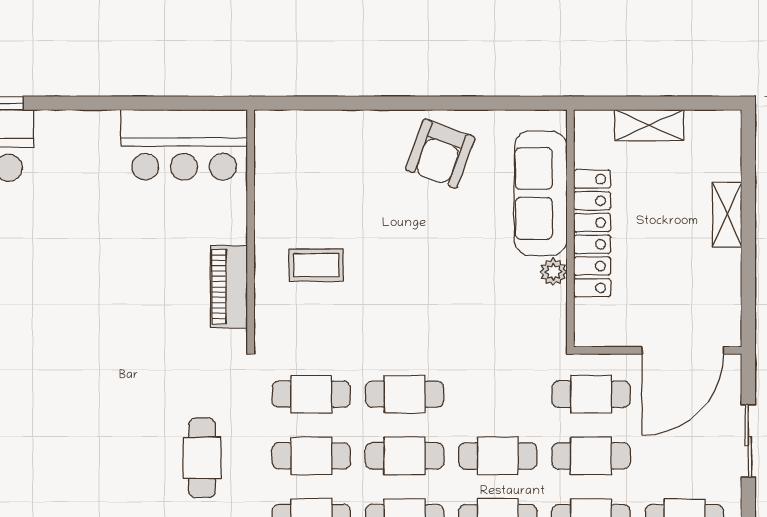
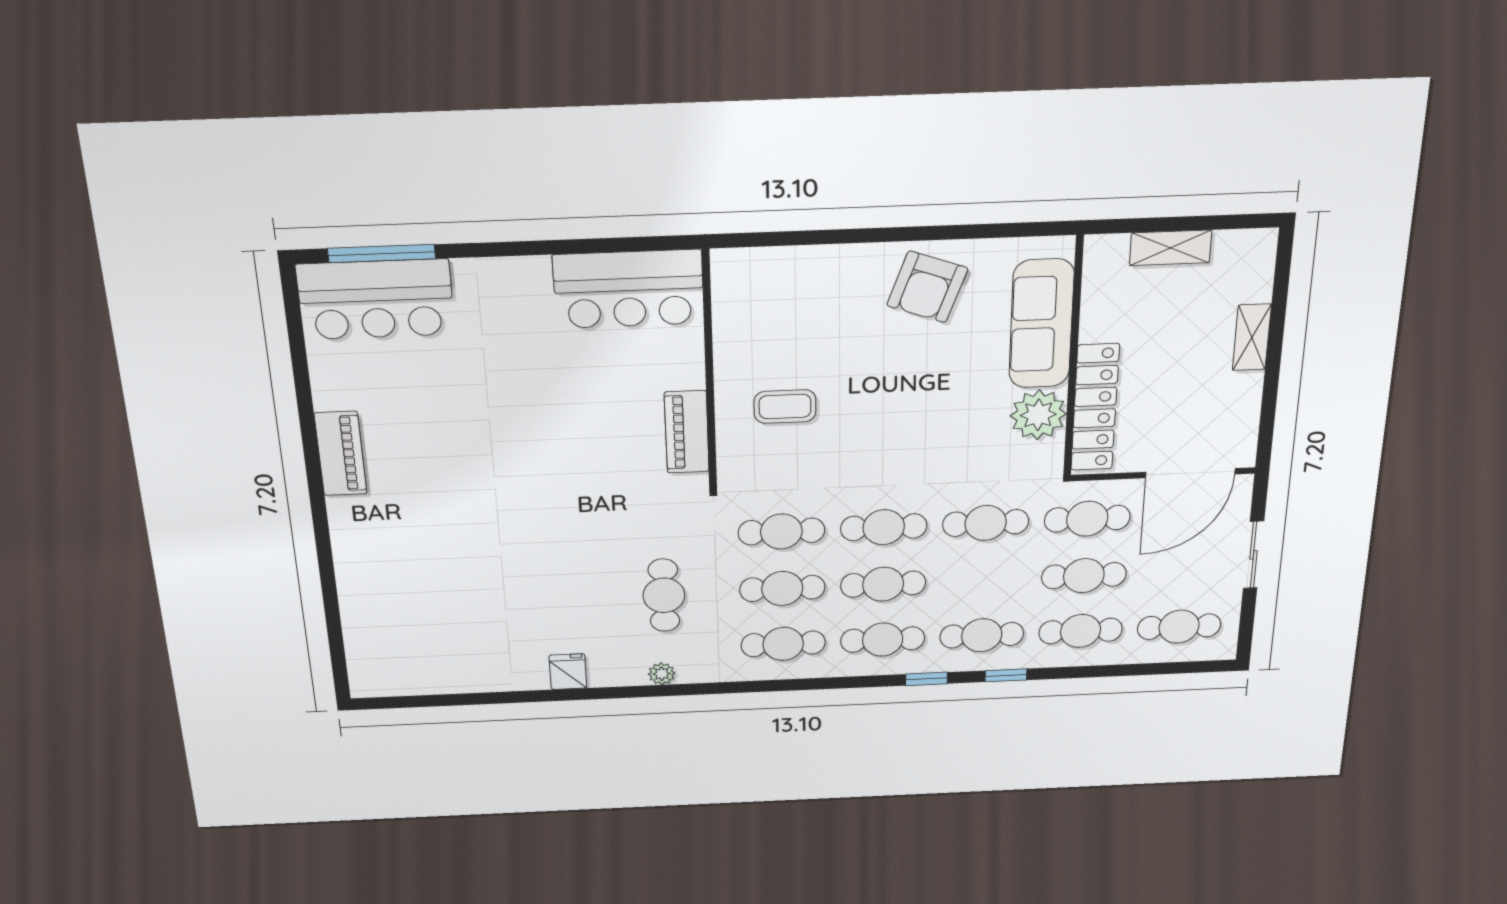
locker: (592, 233) -> (1095, 408), moved
plant: (553, 272) -> (1038, 415), width x1.87, depth x1.87
cafe table: (498, 456) -> (986, 523), moved

